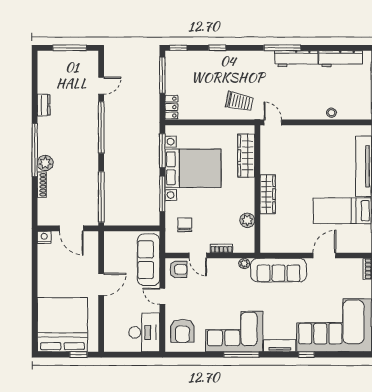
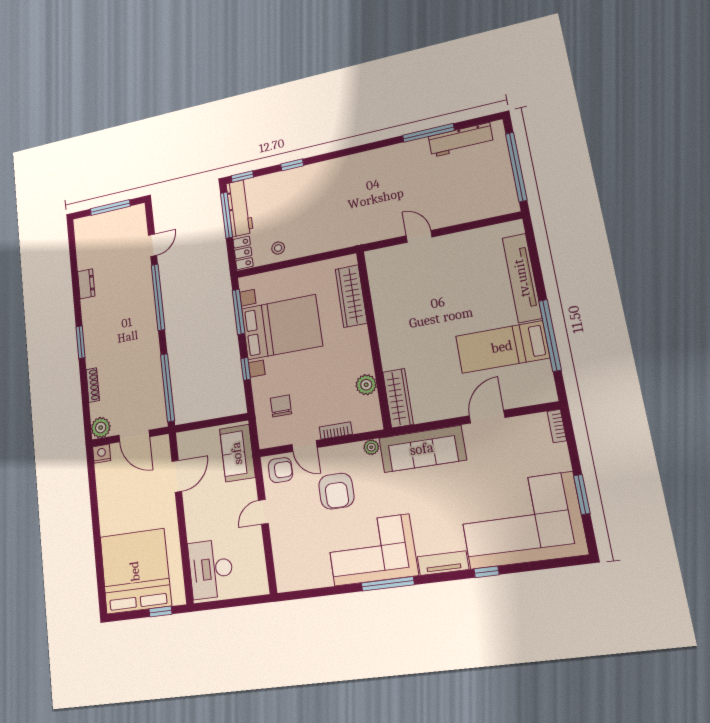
window: (282, 48) -> (428, 133), moved
workbench: (296, 59) -> (240, 208), moved, turned -90
trolley: (239, 102) -> (331, 227), removed
stool: (331, 113) -> (278, 248), moved
door: (273, 122) -> (419, 236), moved
window: (35, 150) -> (80, 342), width x0.47
plant: (45, 163) -> (101, 428), moved
window: (162, 194) -> (246, 369), width x0.46
wardrobe: (268, 194) -> (398, 398), moved
sofa: (149, 260) -> (237, 453), width x0.73
door: (101, 284) -> (177, 476), moved
door: (162, 296) -> (263, 512), hinge flipped
armchair: (182, 331) -> (336, 491), moved
desk: (144, 332) -> (211, 569), moved, turned 180

